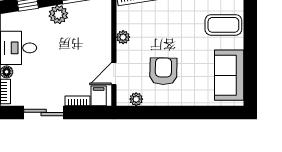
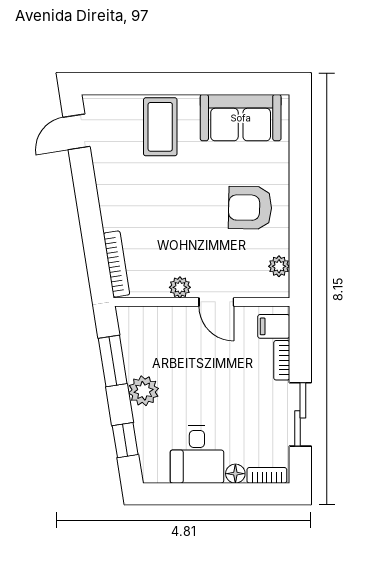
armchair: (163, 71) -> (250, 208), moved
door: (114, 74) -> (216, 302), moved

